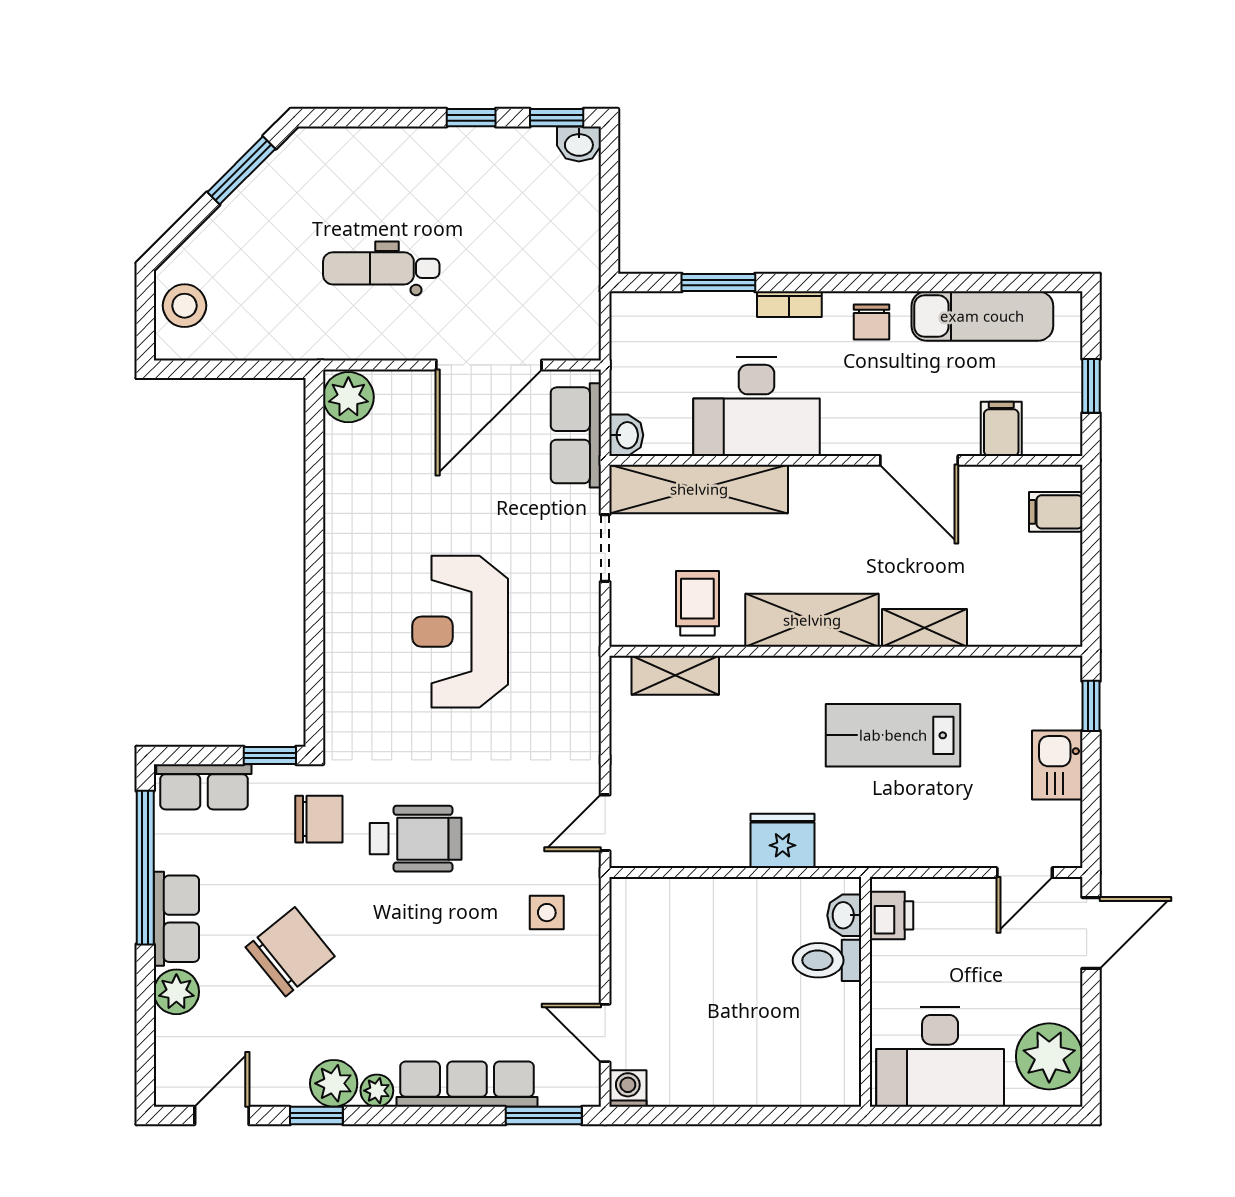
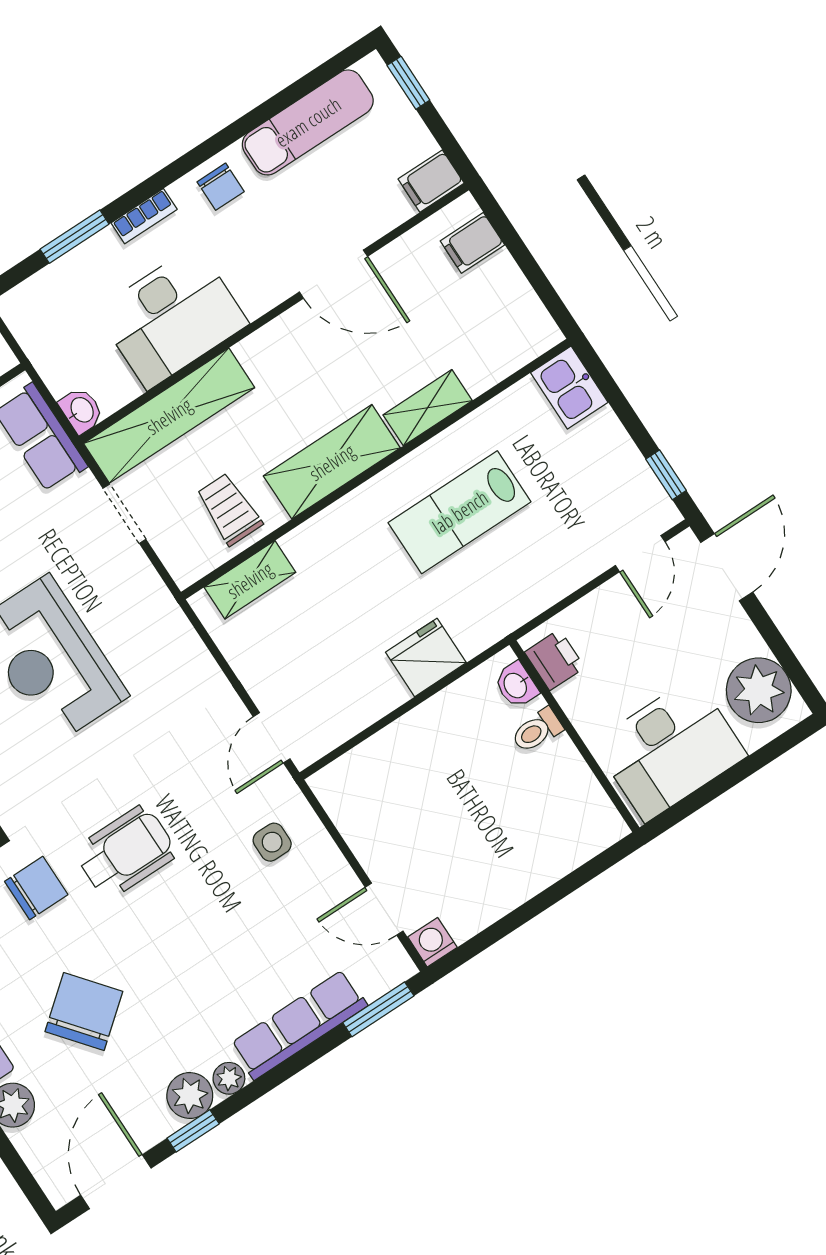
window: (1091, 386) -> (408, 83), moved
filing cabinet: (1001, 429) -> (431, 181), moved, turned -90
window: (1091, 706) -> (666, 475), moved
kitchen sink: (1057, 765) -> (569, 387), moved
toilet: (827, 960) -> (537, 730), width x0.73, depth x0.72
door: (222, 1116) -> (116, 1182), width x1.38

